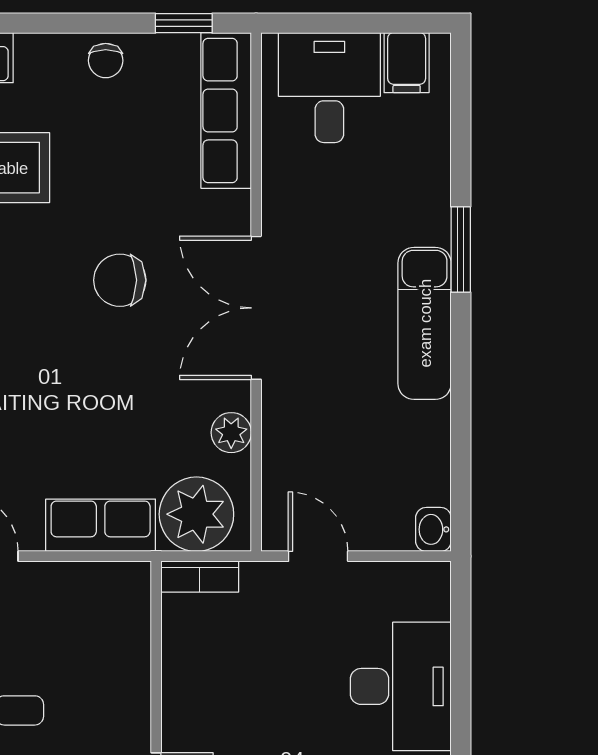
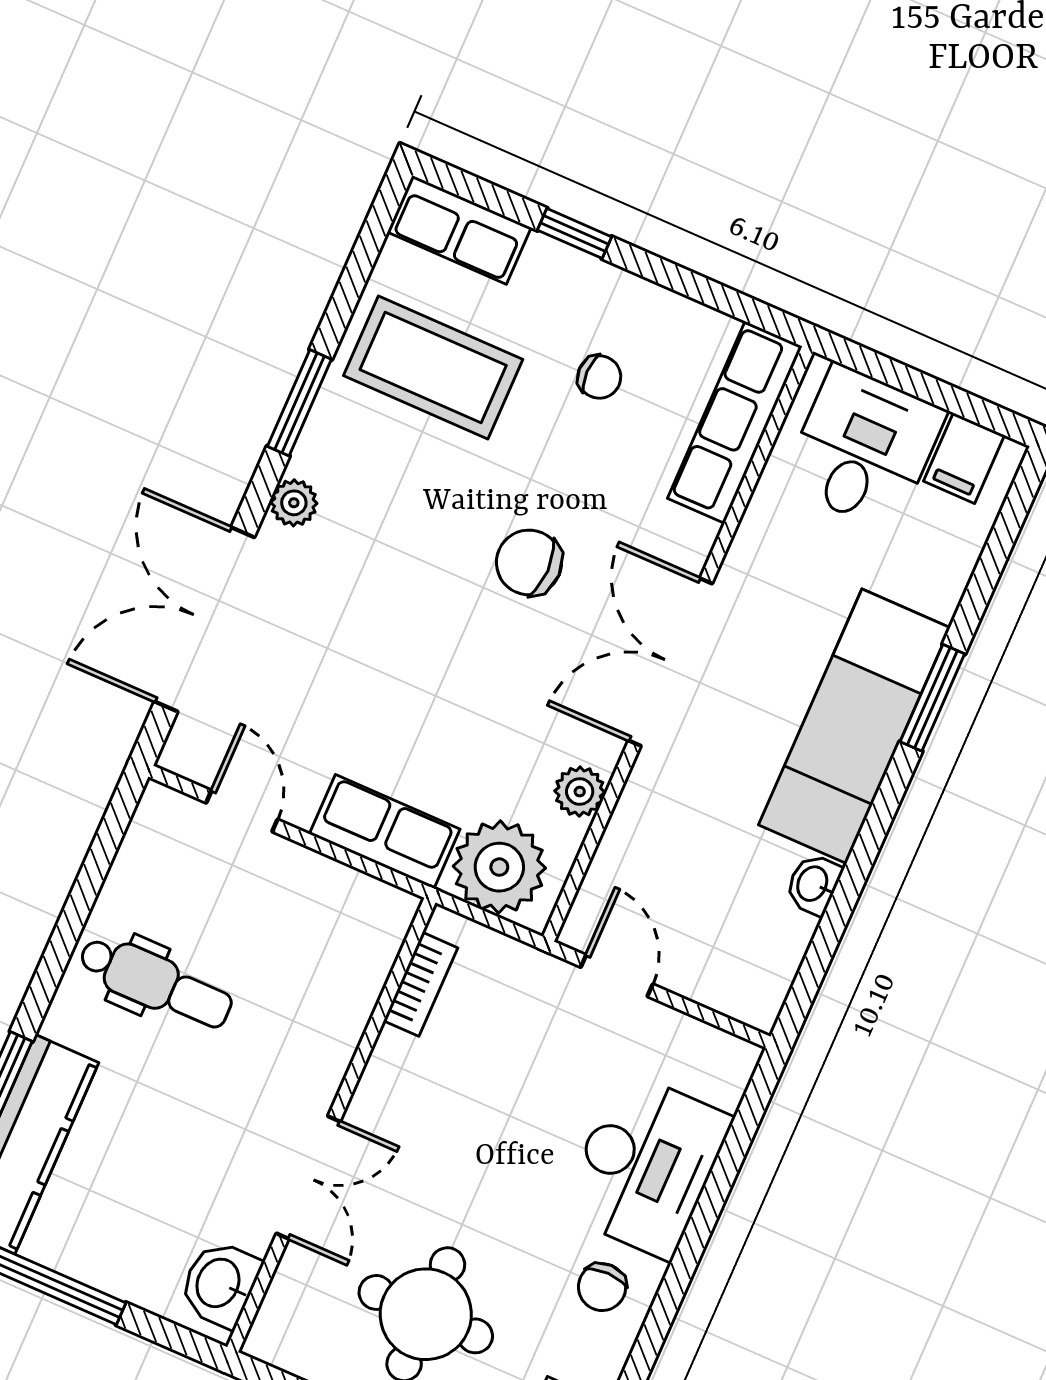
window: (184, 23) -> (575, 233), moved
chair: (106, 61) -> (599, 377), moved, turned -90
exam couch: (425, 323) -> (854, 726), width x1.36, depth x1.45
washbasin: (433, 529) -> (813, 884), moved
bookcase: (200, 577) -> (421, 984), moved, turned -90

